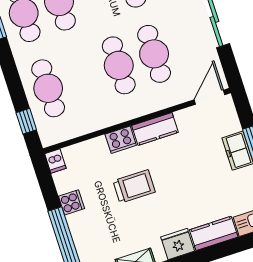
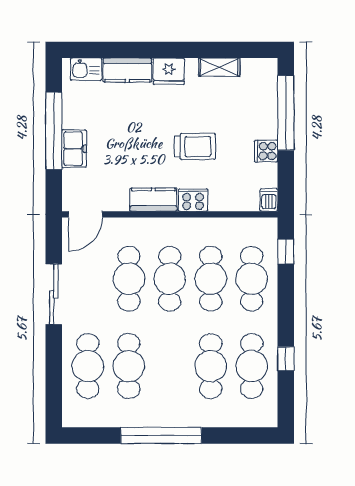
cafe table: (83, 77) -> (211, 279), added
trolley: (134, 186) -> (195, 146), turned 180

